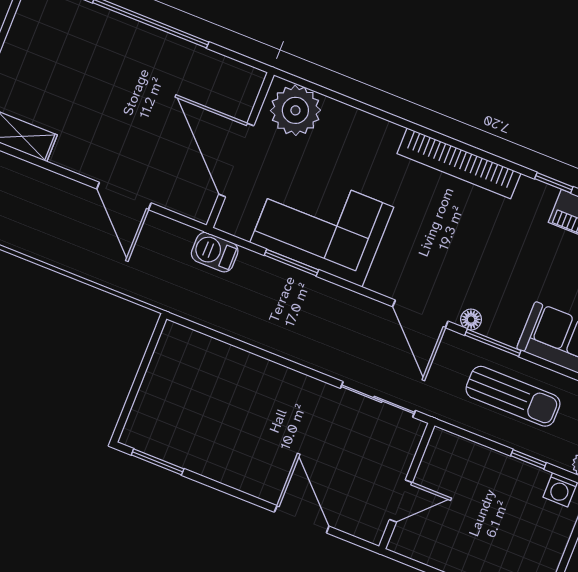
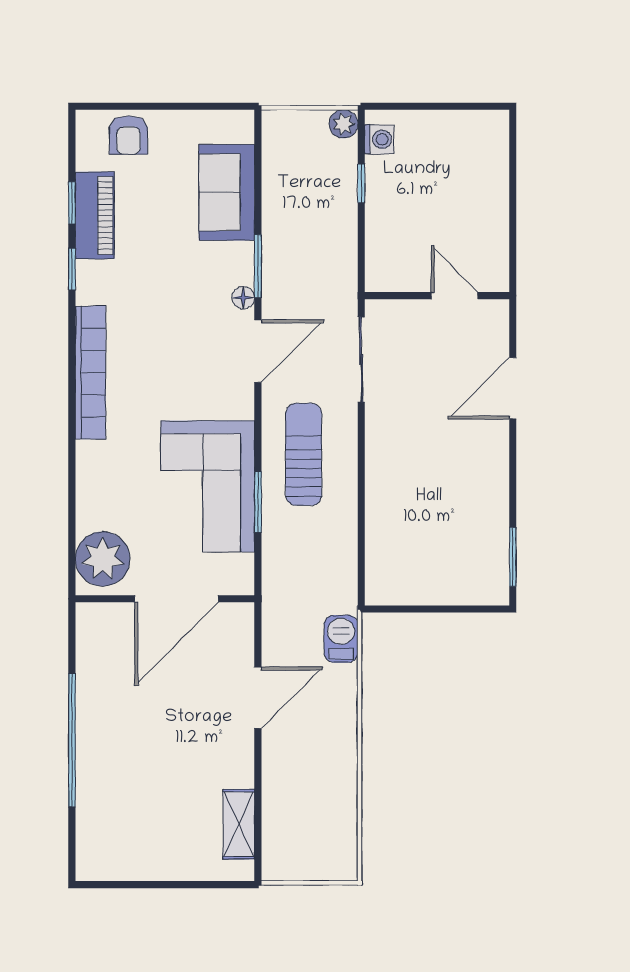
barbecue: (215, 252) -> (341, 639), moved, turned 180
sun lounger: (513, 396) -> (304, 454), moved

